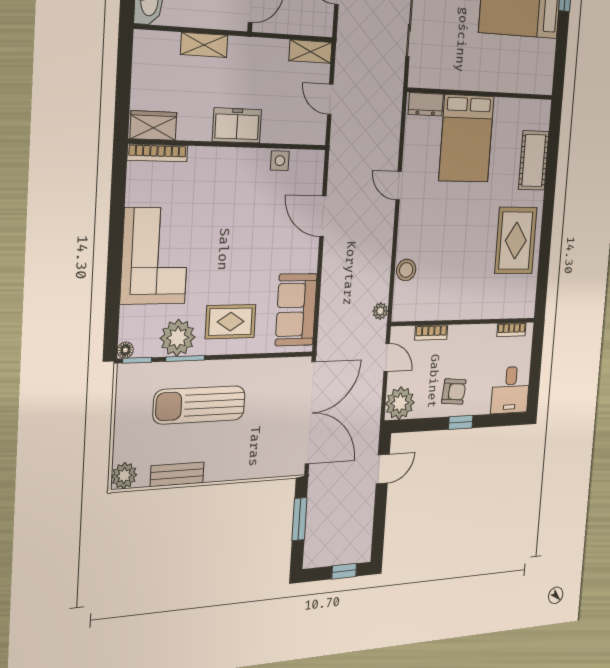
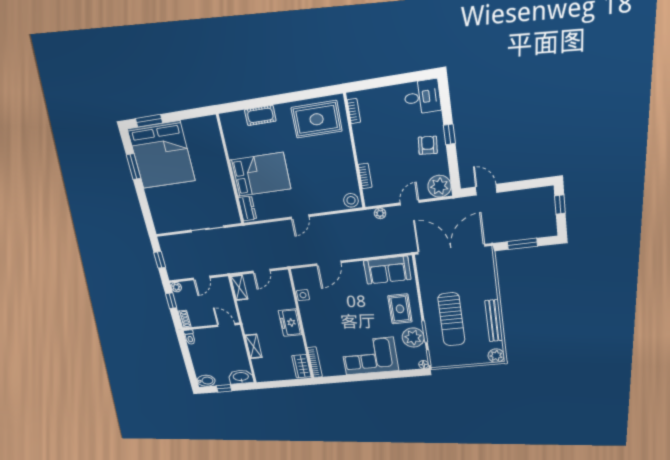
cot: (534, 160) -> (260, 115), width x0.73, depth x0.75
wall: (464, 322) -> (354, 152), moved
bookcase: (512, 330) -> (354, 111), moved
bookcase: (431, 333) -> (365, 176), moved
bench: (177, 474) -> (494, 321), width x1.36

